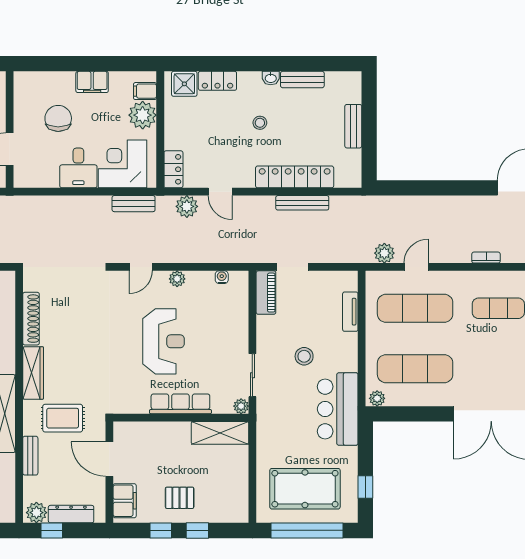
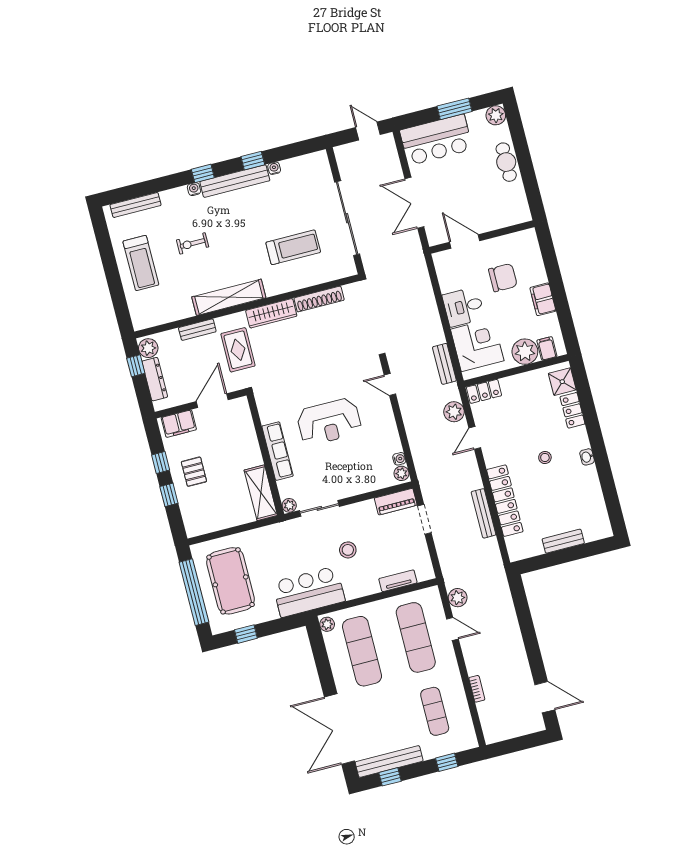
bench: (302, 80) -> (593, 485), removed
plant: (177, 279) -> (401, 473), moved

